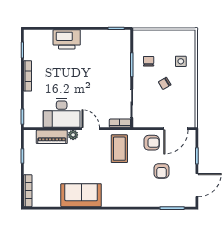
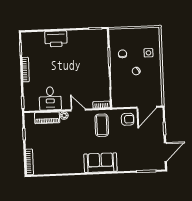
desk: (62, 113) -> (50, 98), width x0.73
armchair: (161, 171) -> (136, 142), removed
sofa: (81, 195) -> (100, 163), moved

